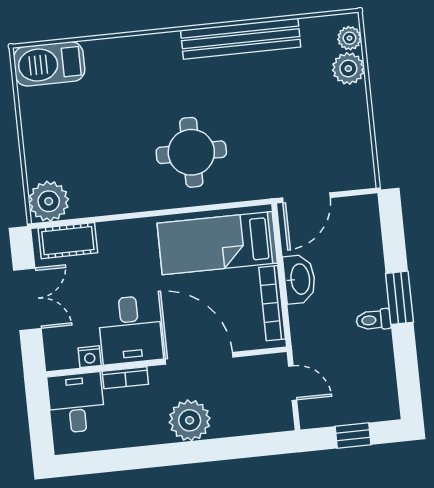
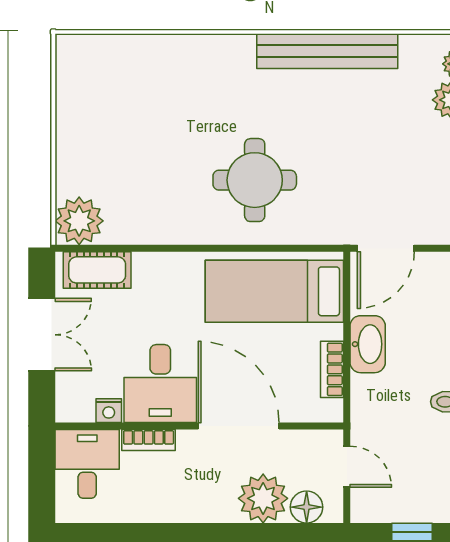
barbecue: (49, 64) -> (97, 58), removed
bookcase: (272, 303) -> (332, 369), width x0.64
plant: (190, 420) -> (263, 498), moved
floor lamp: (263, 420) -> (307, 507), added

